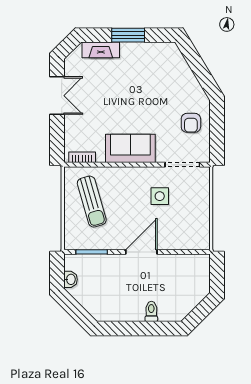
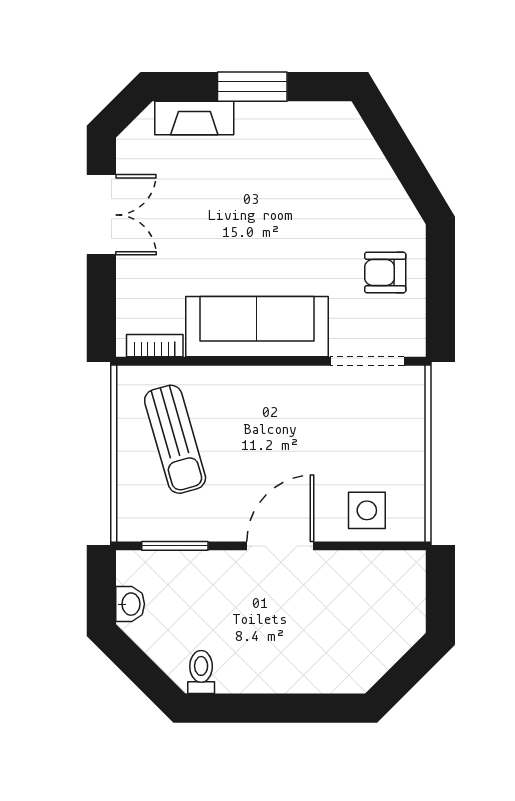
armchair: (191, 123) -> (385, 273), turned 90
sofa: (130, 148) -> (257, 327), width x1.36
side table: (160, 196) -> (367, 510), moved
toilet: (151, 311) -> (201, 672), moved

